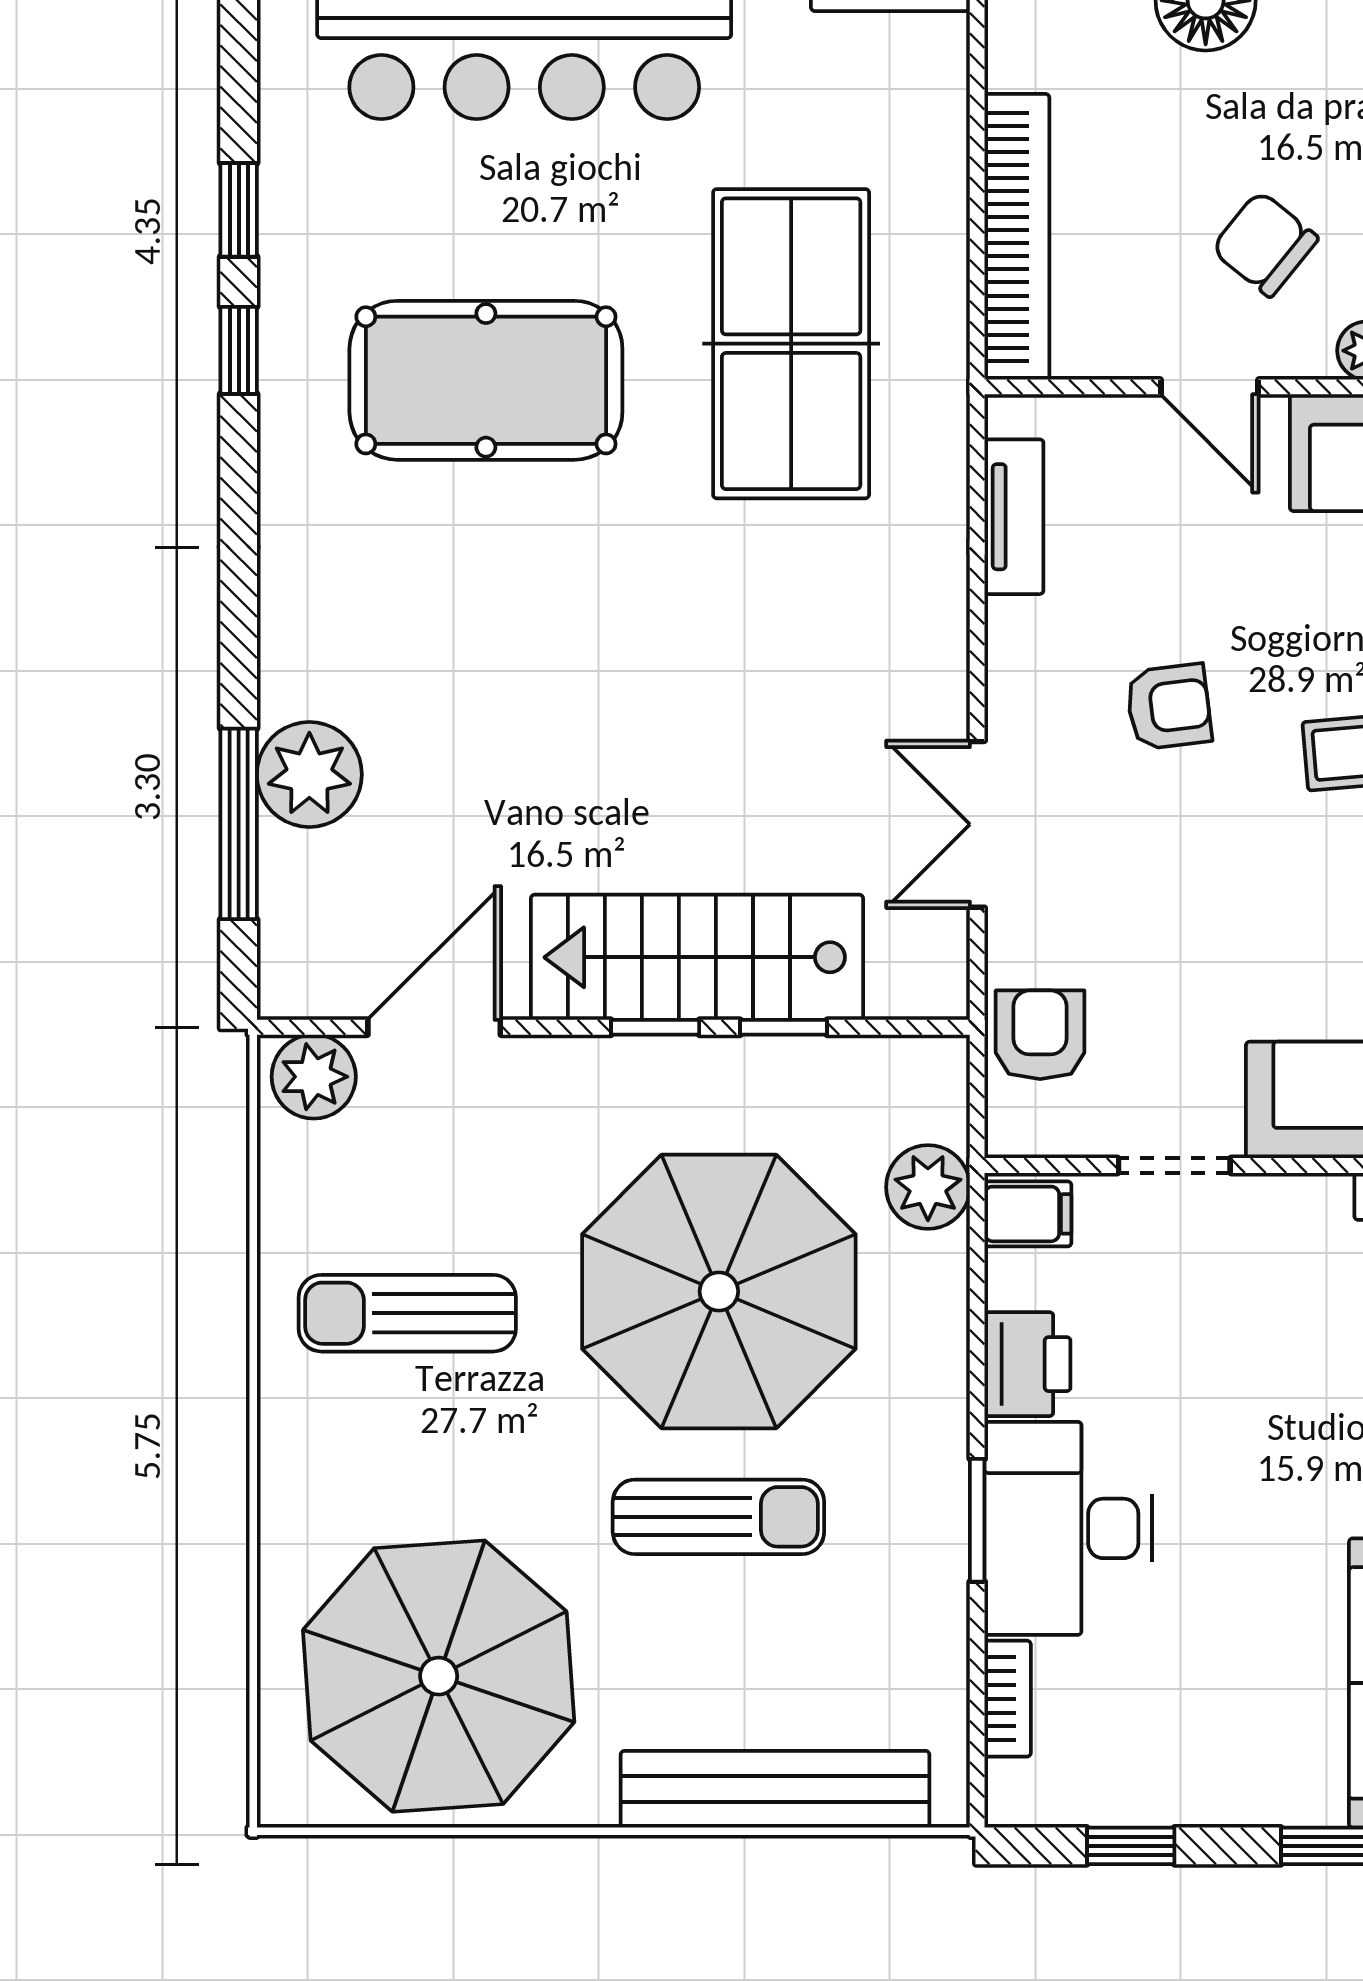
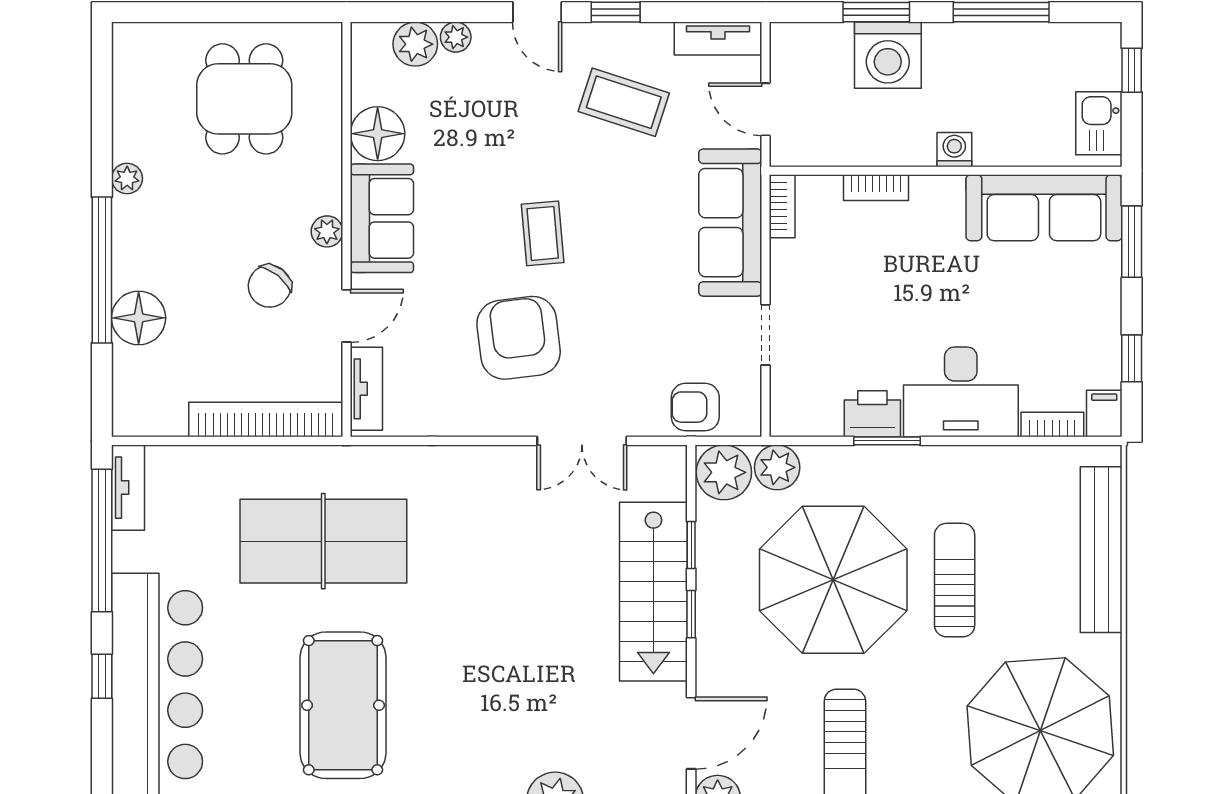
tv unit: (1014, 517) -> (366, 389), moved, turned 90
armchair: (1169, 707) -> (519, 338), width x1.88, depth x1.88
door: (434, 1027) -> (691, 733), swing flipped
plant: (919, 1088) -> (724, 472), added
filing cabinet: (1028, 1214) -> (1104, 414), moved
window: (977, 1520) -> (887, 441), moved

